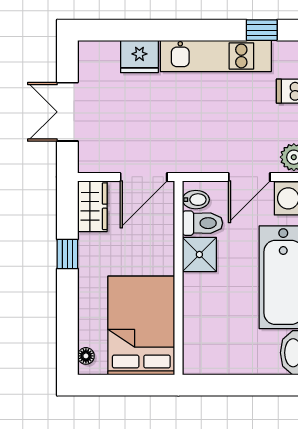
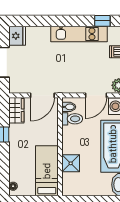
fridge: (139, 57) -> (17, 36), moved, turned -90
shower: (199, 254) -> (71, 163), moved
bed: (141, 325) -> (47, 171), width x0.67

